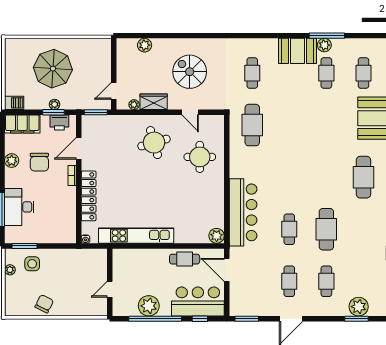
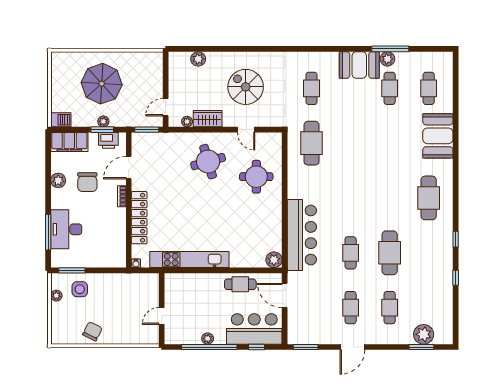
plant: (149, 306) -> (208, 339), width x0.53, depth x0.53

